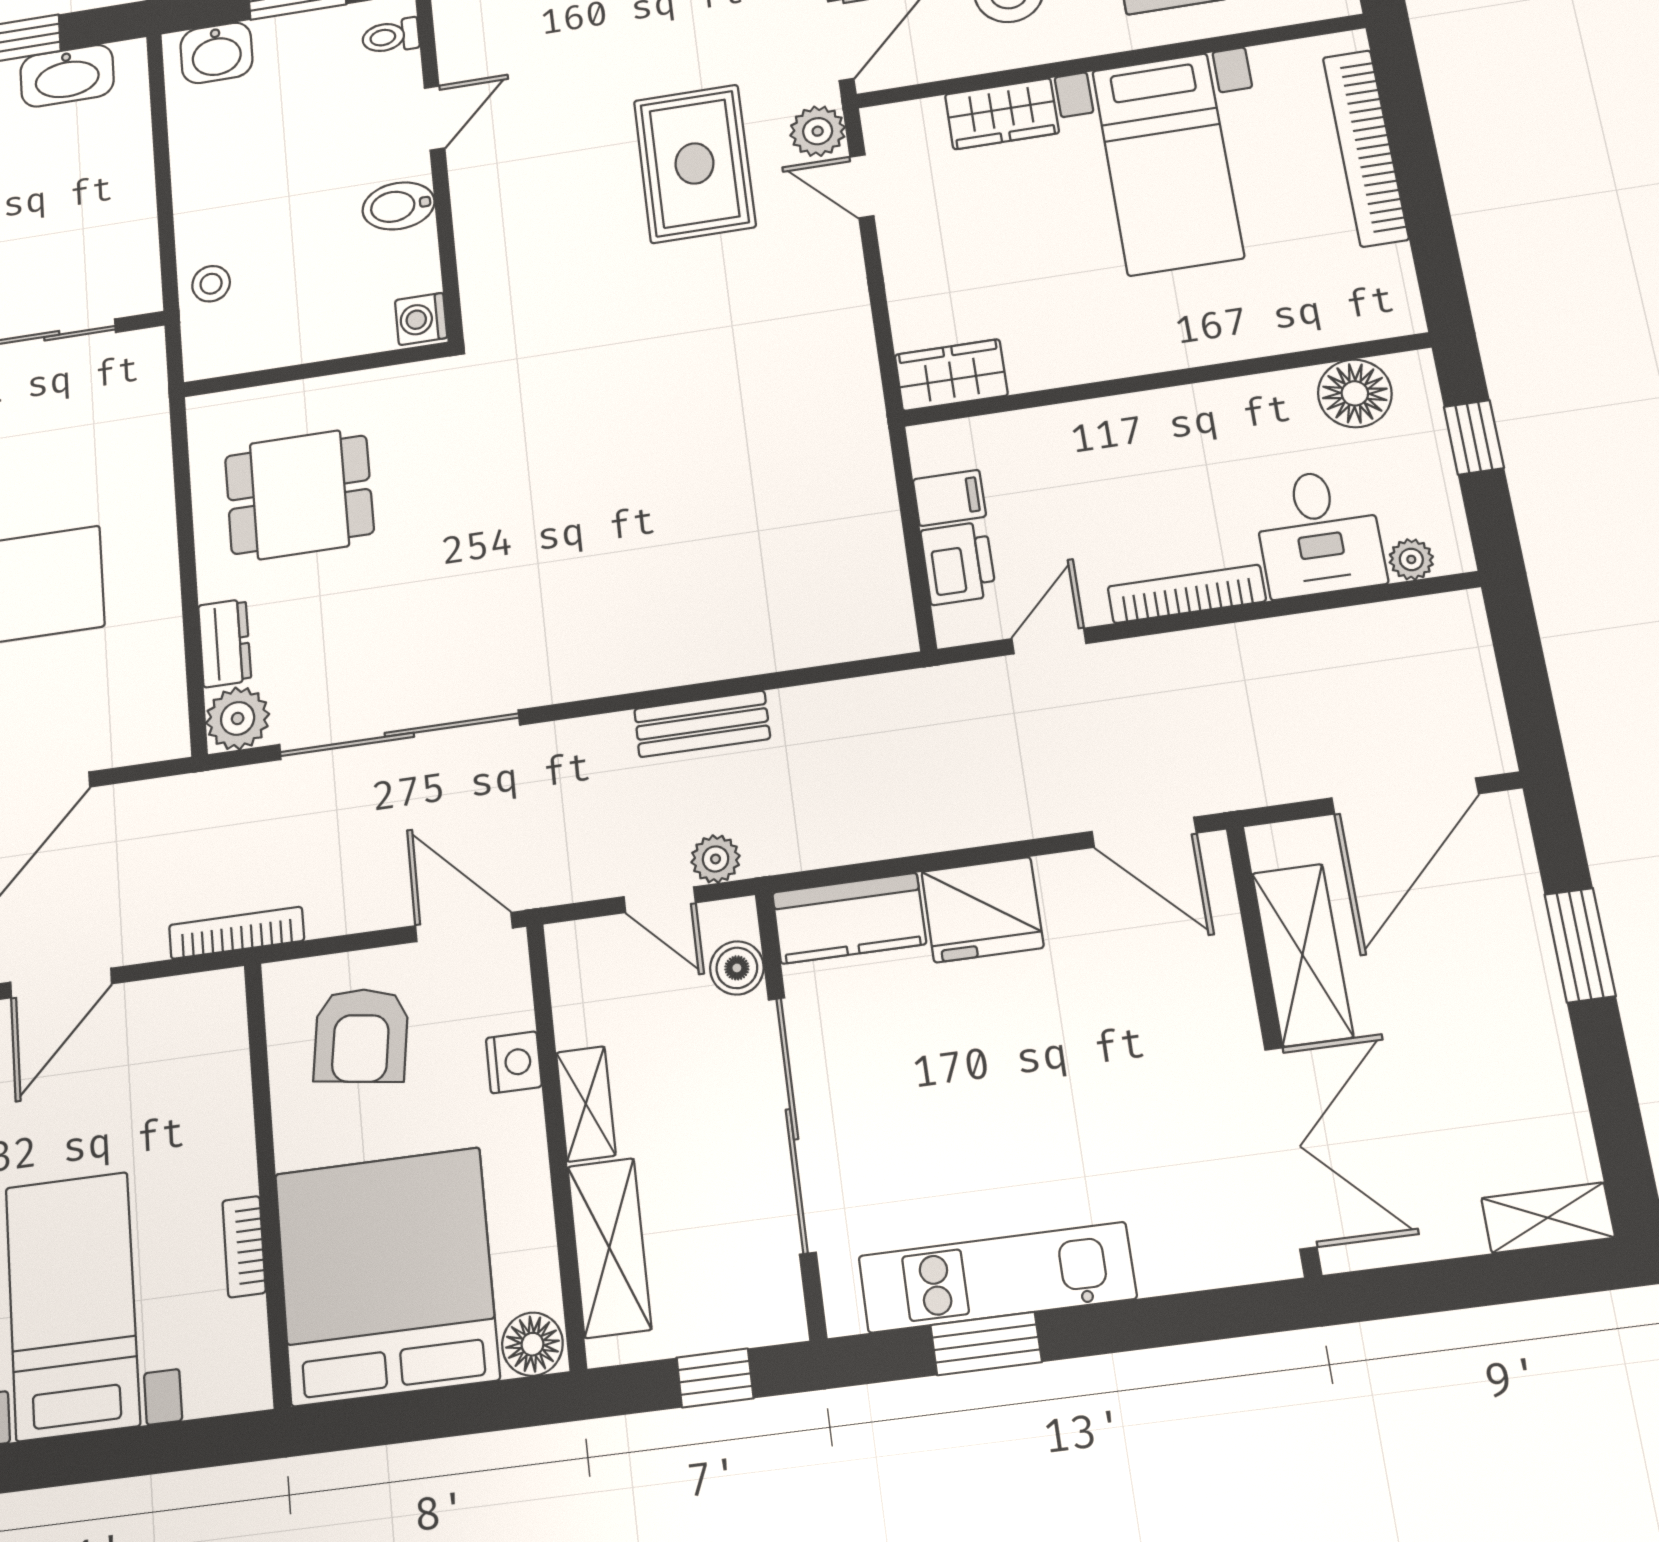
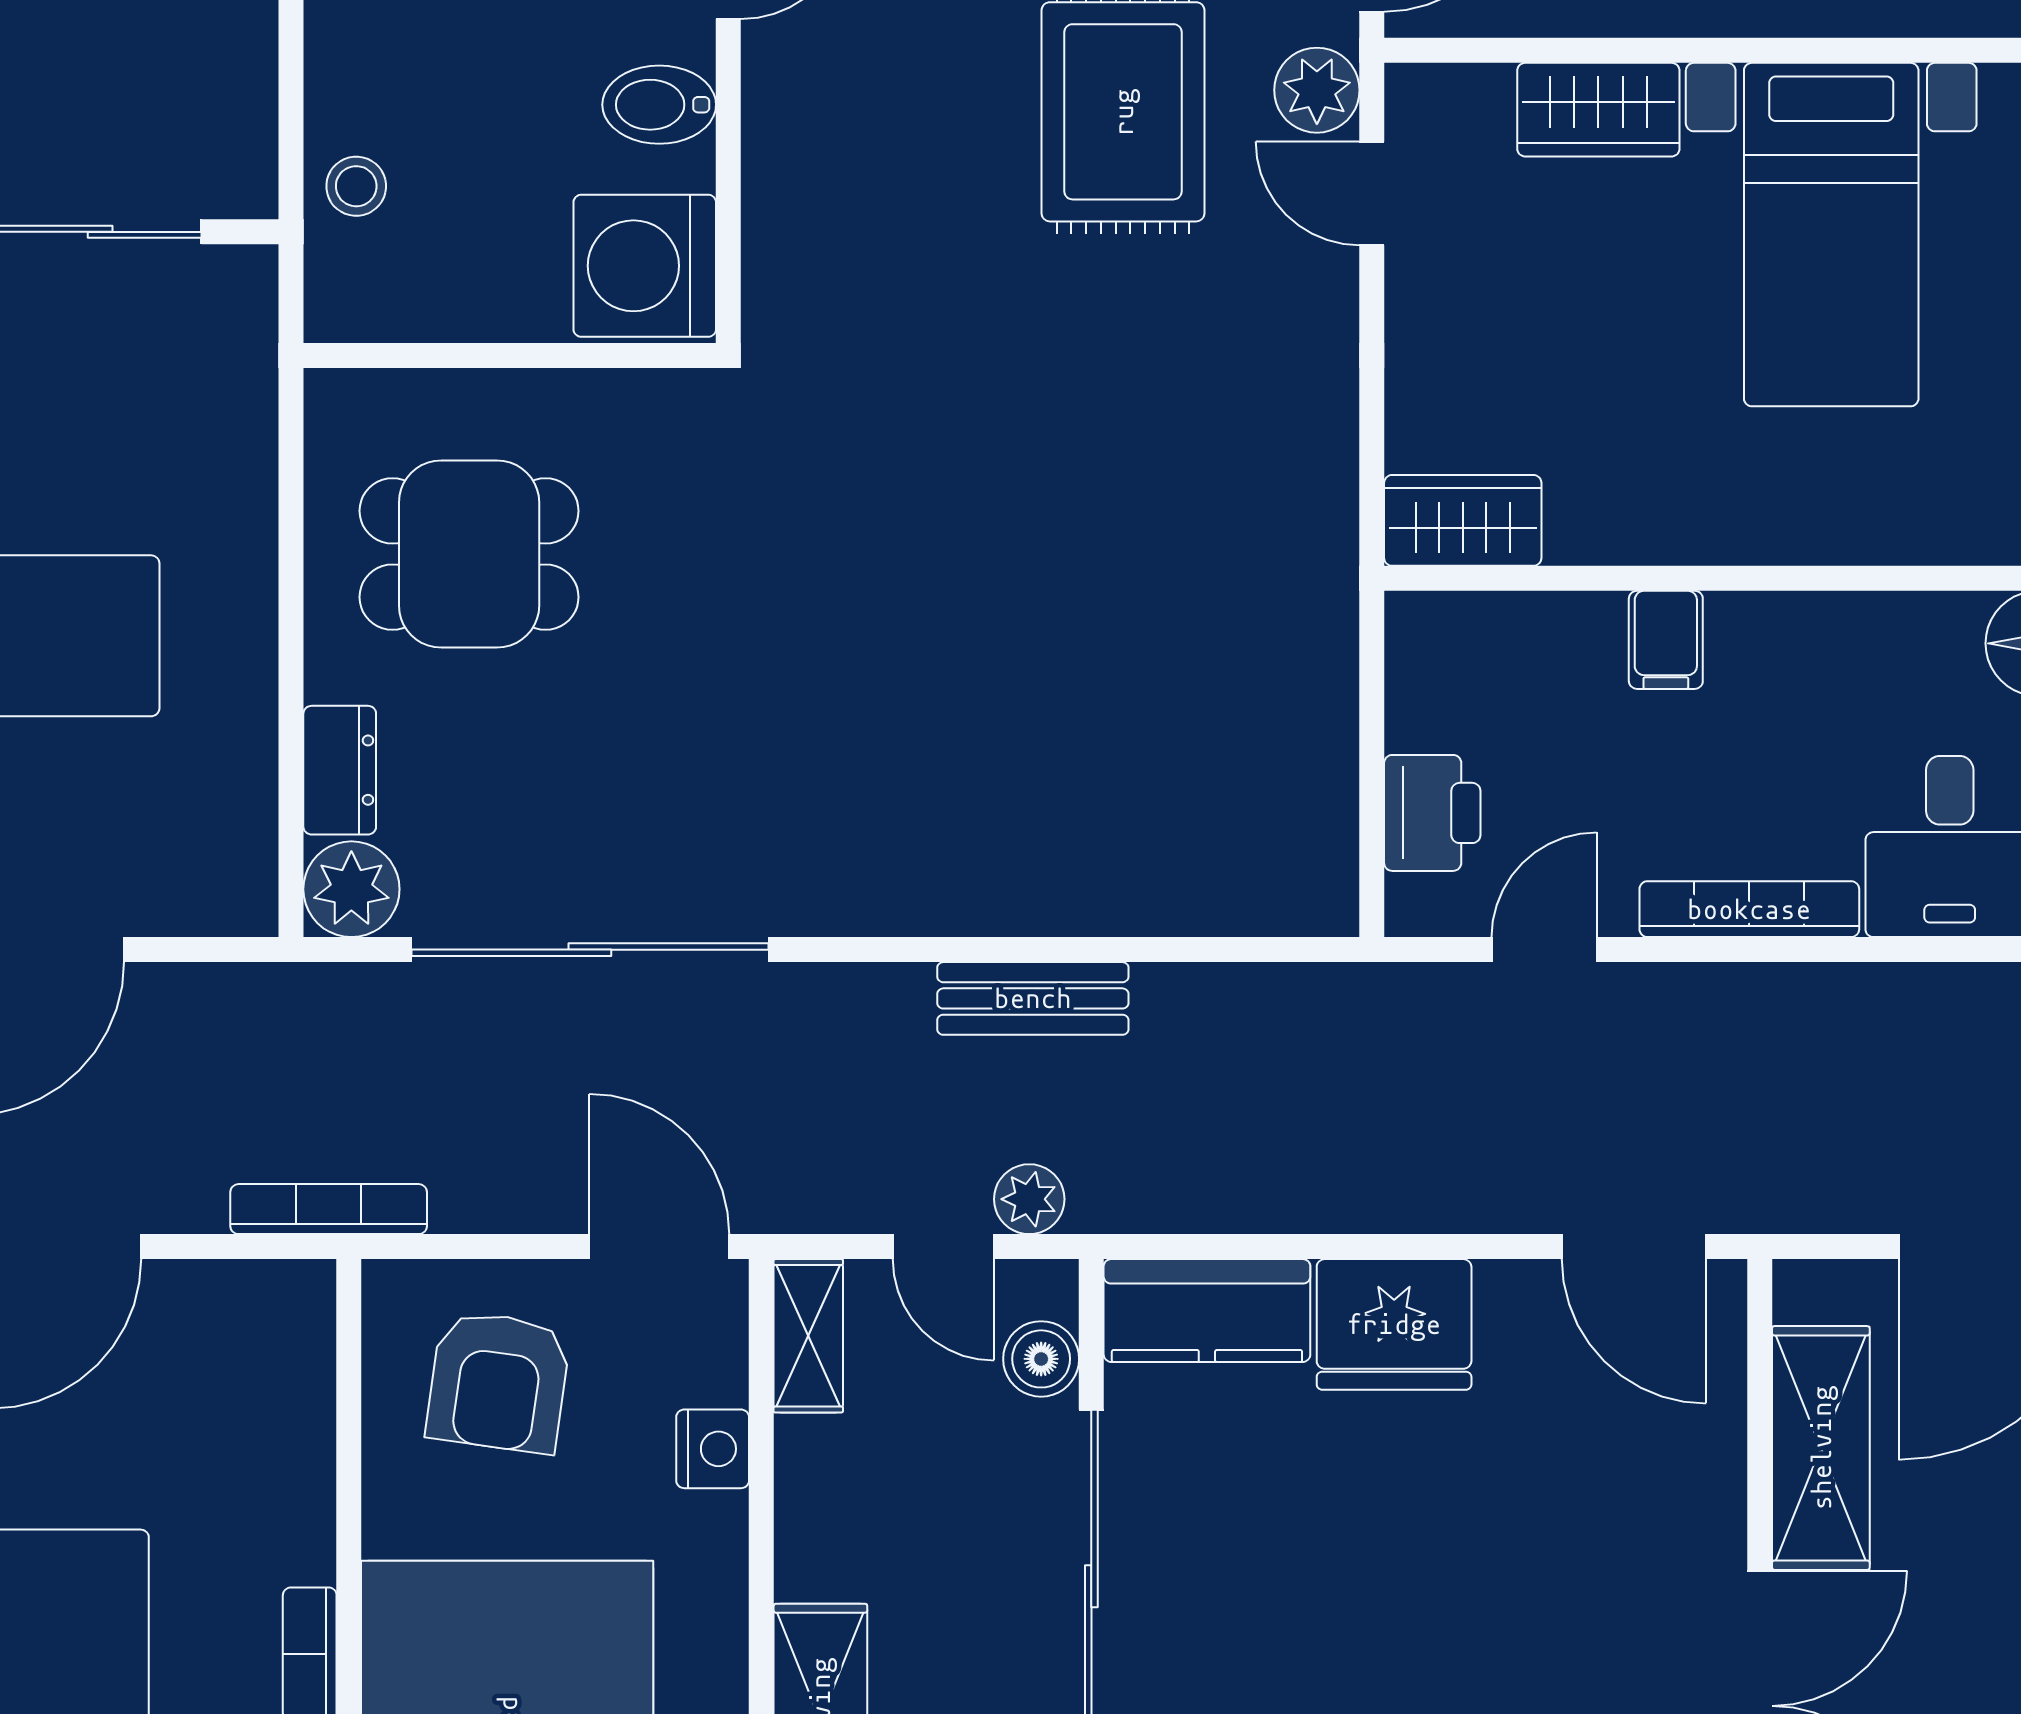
washing machine: (421, 319) -> (645, 266), width x1.89, depth x1.89
filing cabinet: (949, 498) -> (1666, 640), moved, turned 90
shelving: (586, 1104) -> (808, 1336), moved

